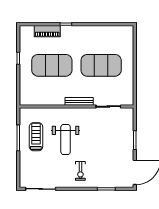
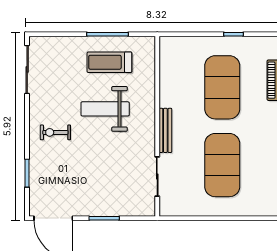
treadmill: (36, 137) -> (109, 62), turned 180

